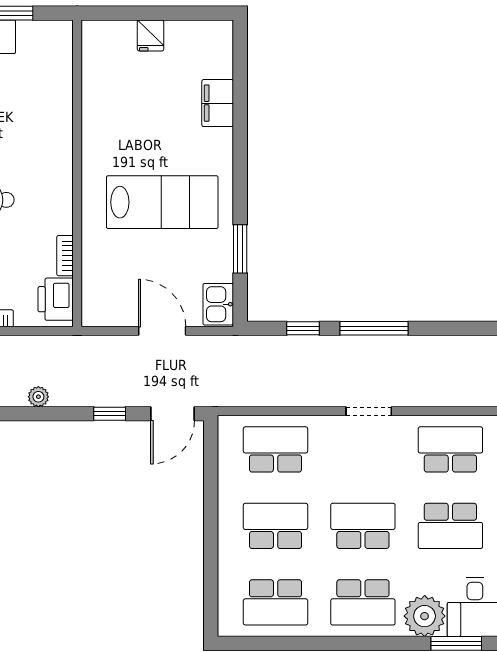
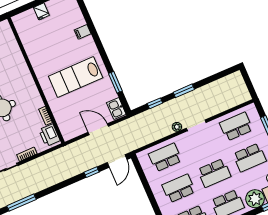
filing cabinet: (218, 103) -> (83, 32), width x0.50
lab bench: (162, 202) -> (76, 77), turned 180
window: (374, 328) -> (184, 91), width x0.69
plant: (38, 397) -> (177, 127), moved
school desk: (363, 526) -> (214, 173), turned 180

